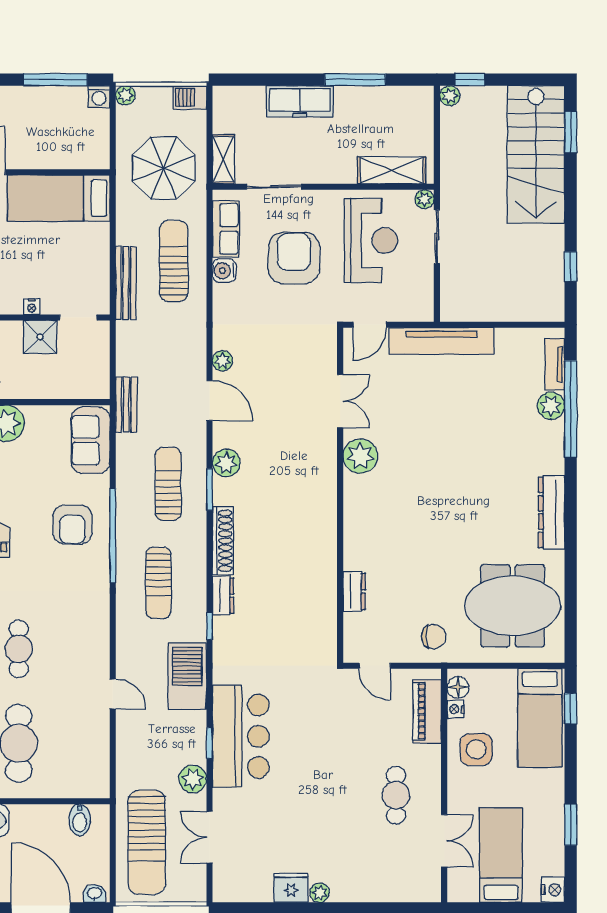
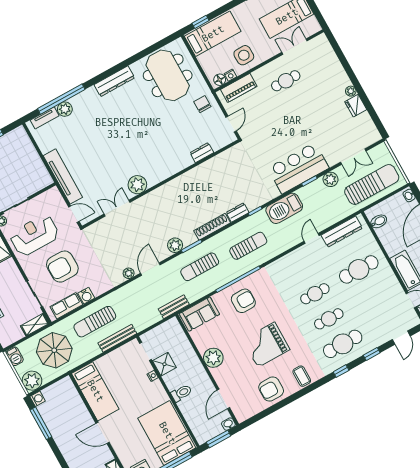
plant: (125, 95) -> (32, 381), width x1.87, depth x1.87
dresser: (96, 750) -> (342, 232), added

